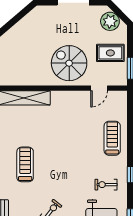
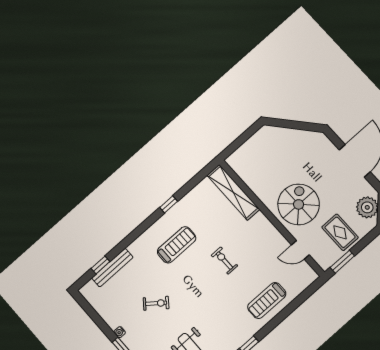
treadmill: (112, 138) -> (267, 300), turned 180
exercise bike: (106, 185) -> (224, 261), moved

